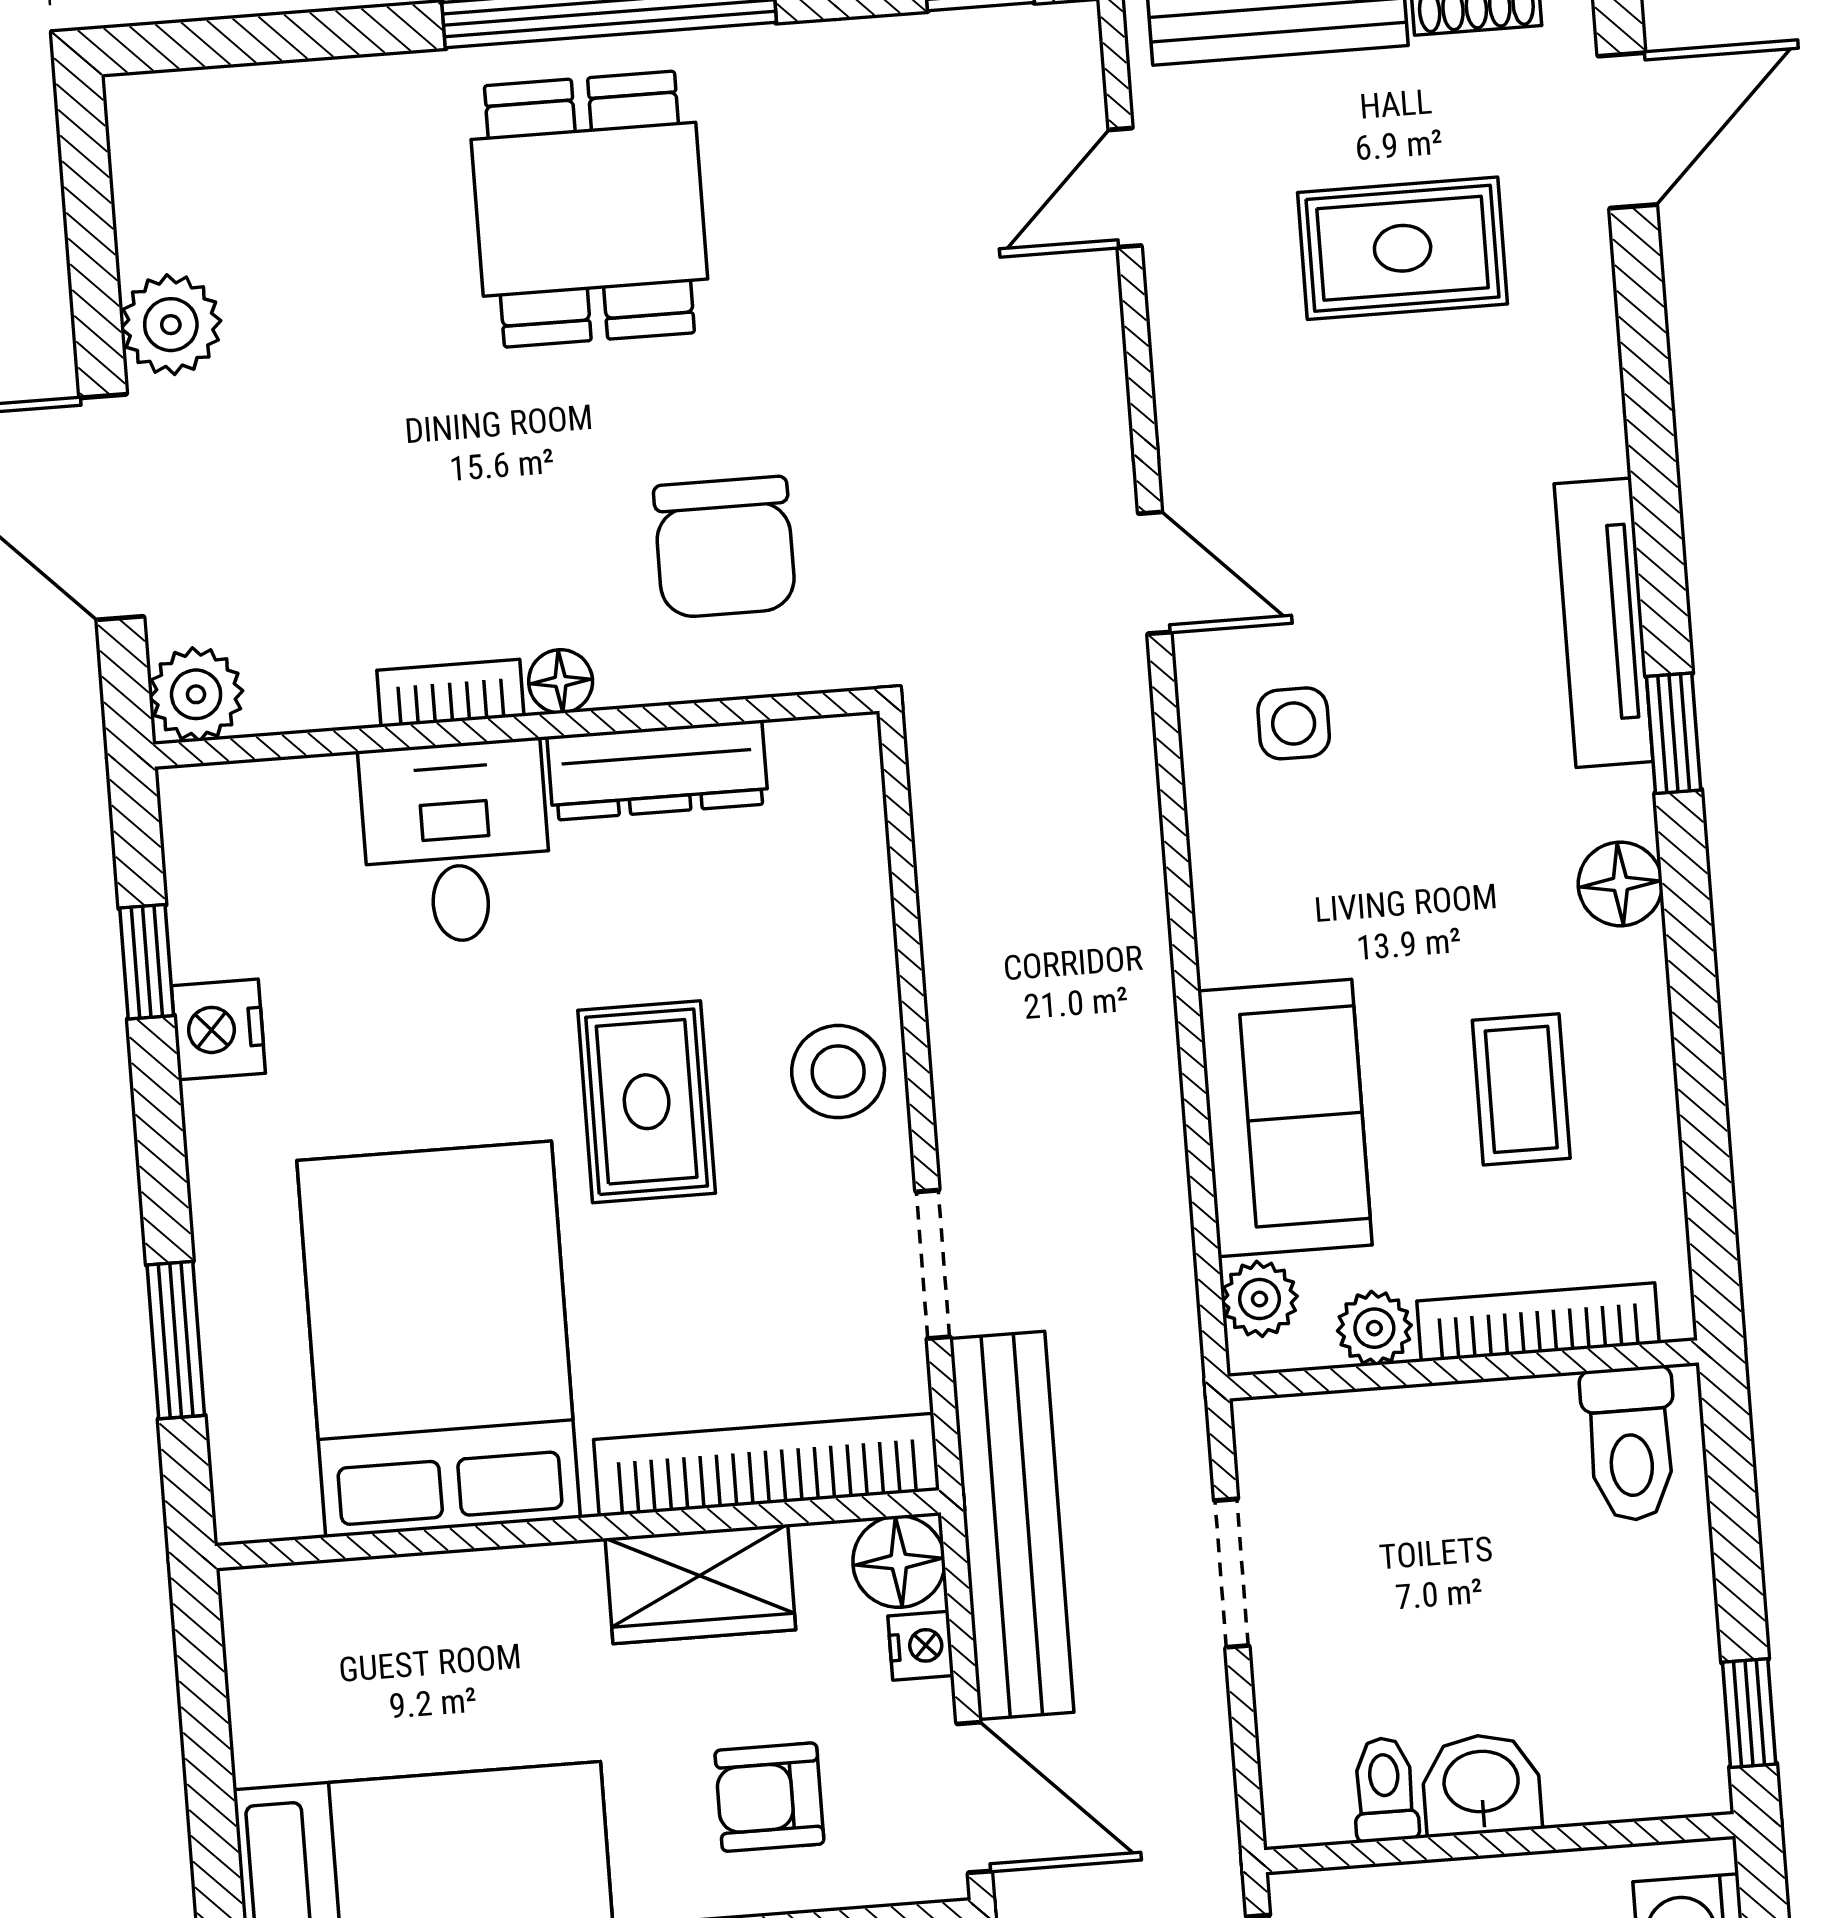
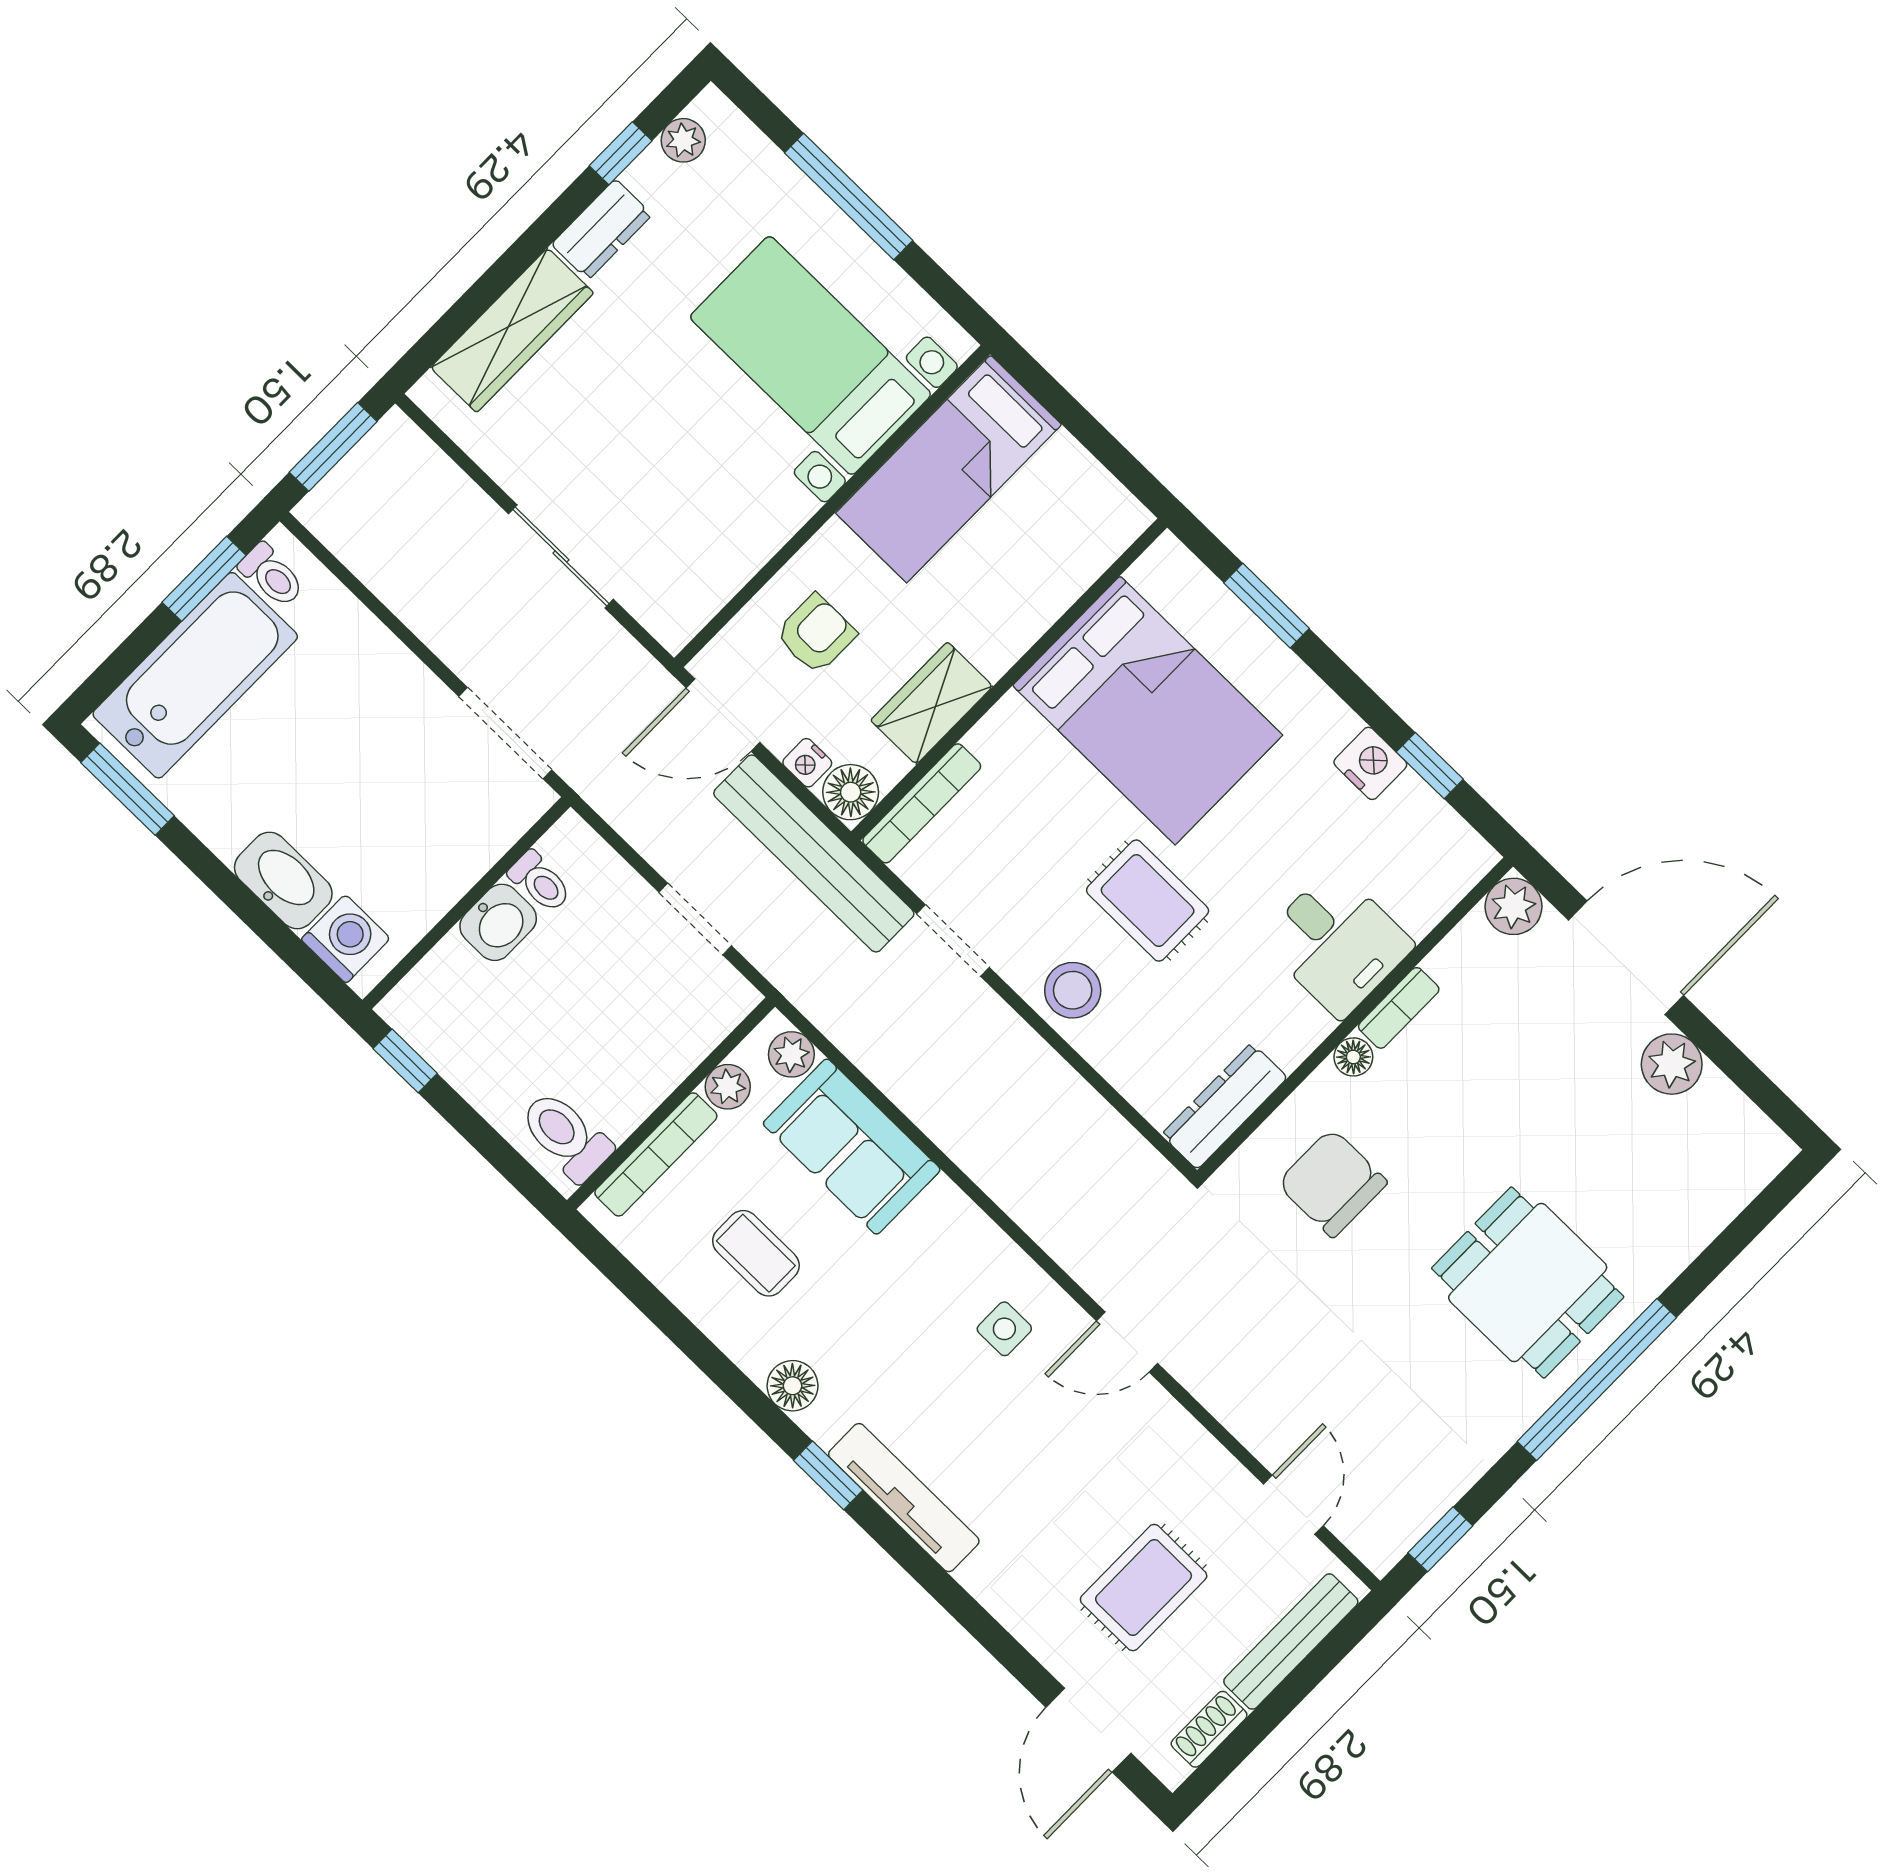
dresser: (658, 770) -> (1224, 1106), moved
bookcase: (766, 1465) -> (922, 803), width x0.68, depth x0.76

